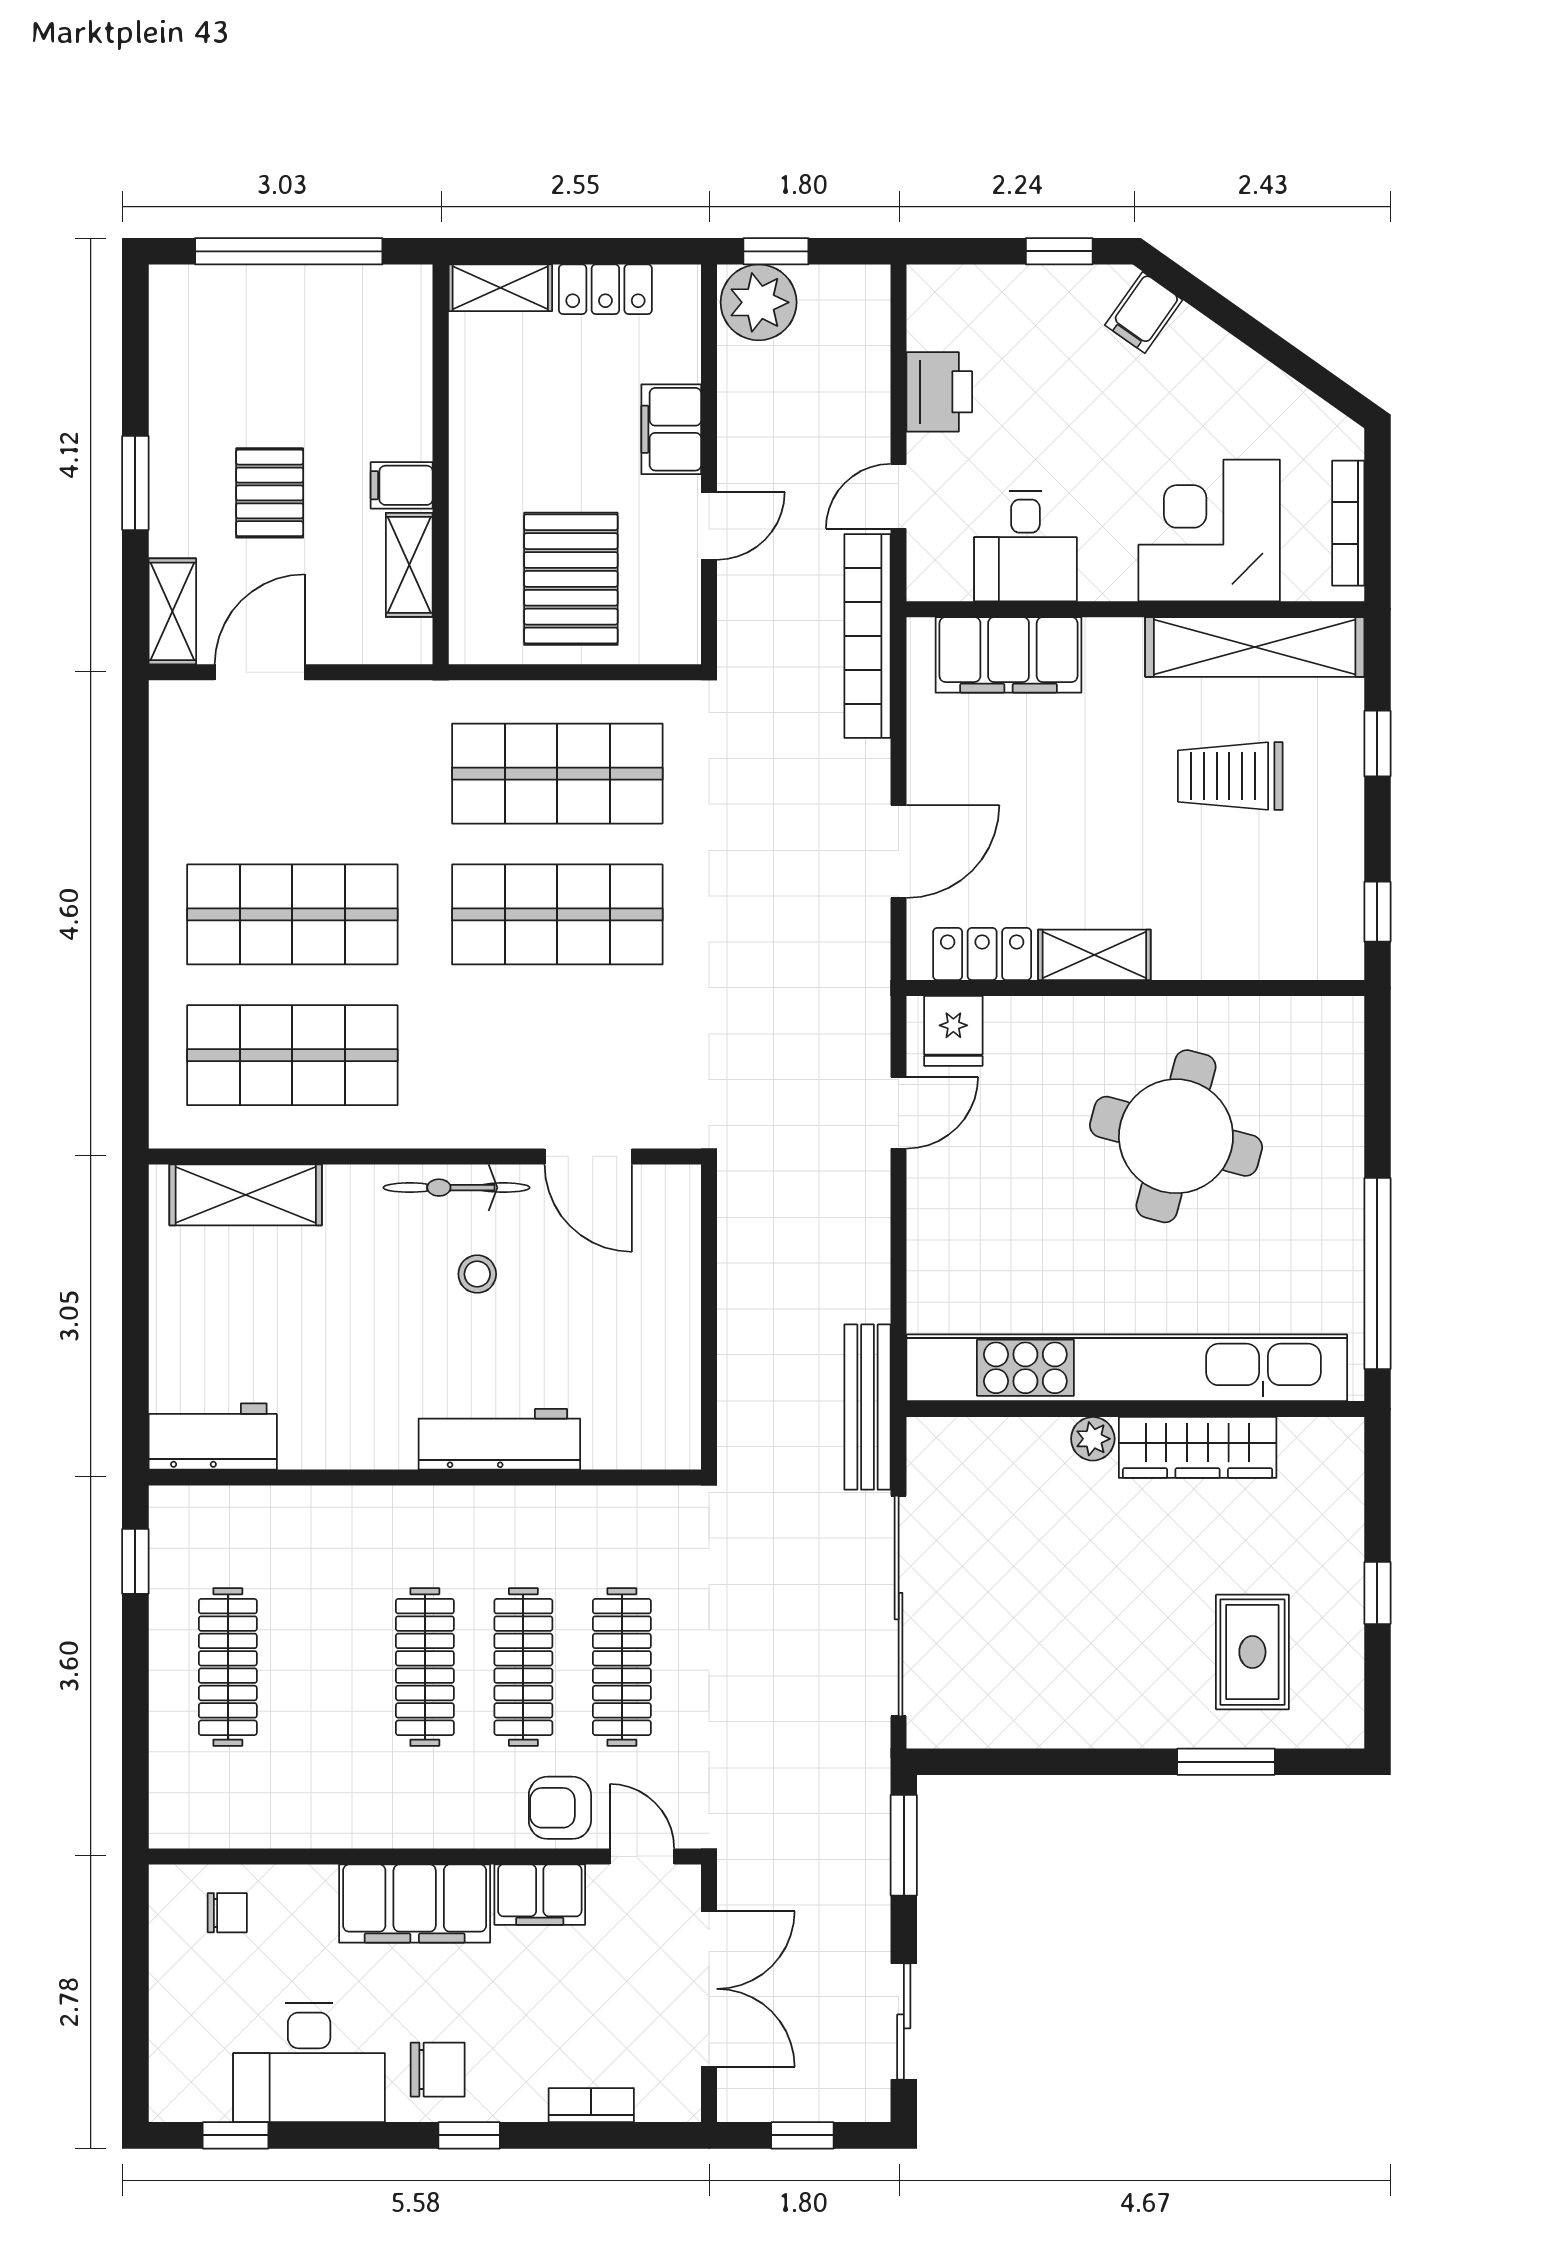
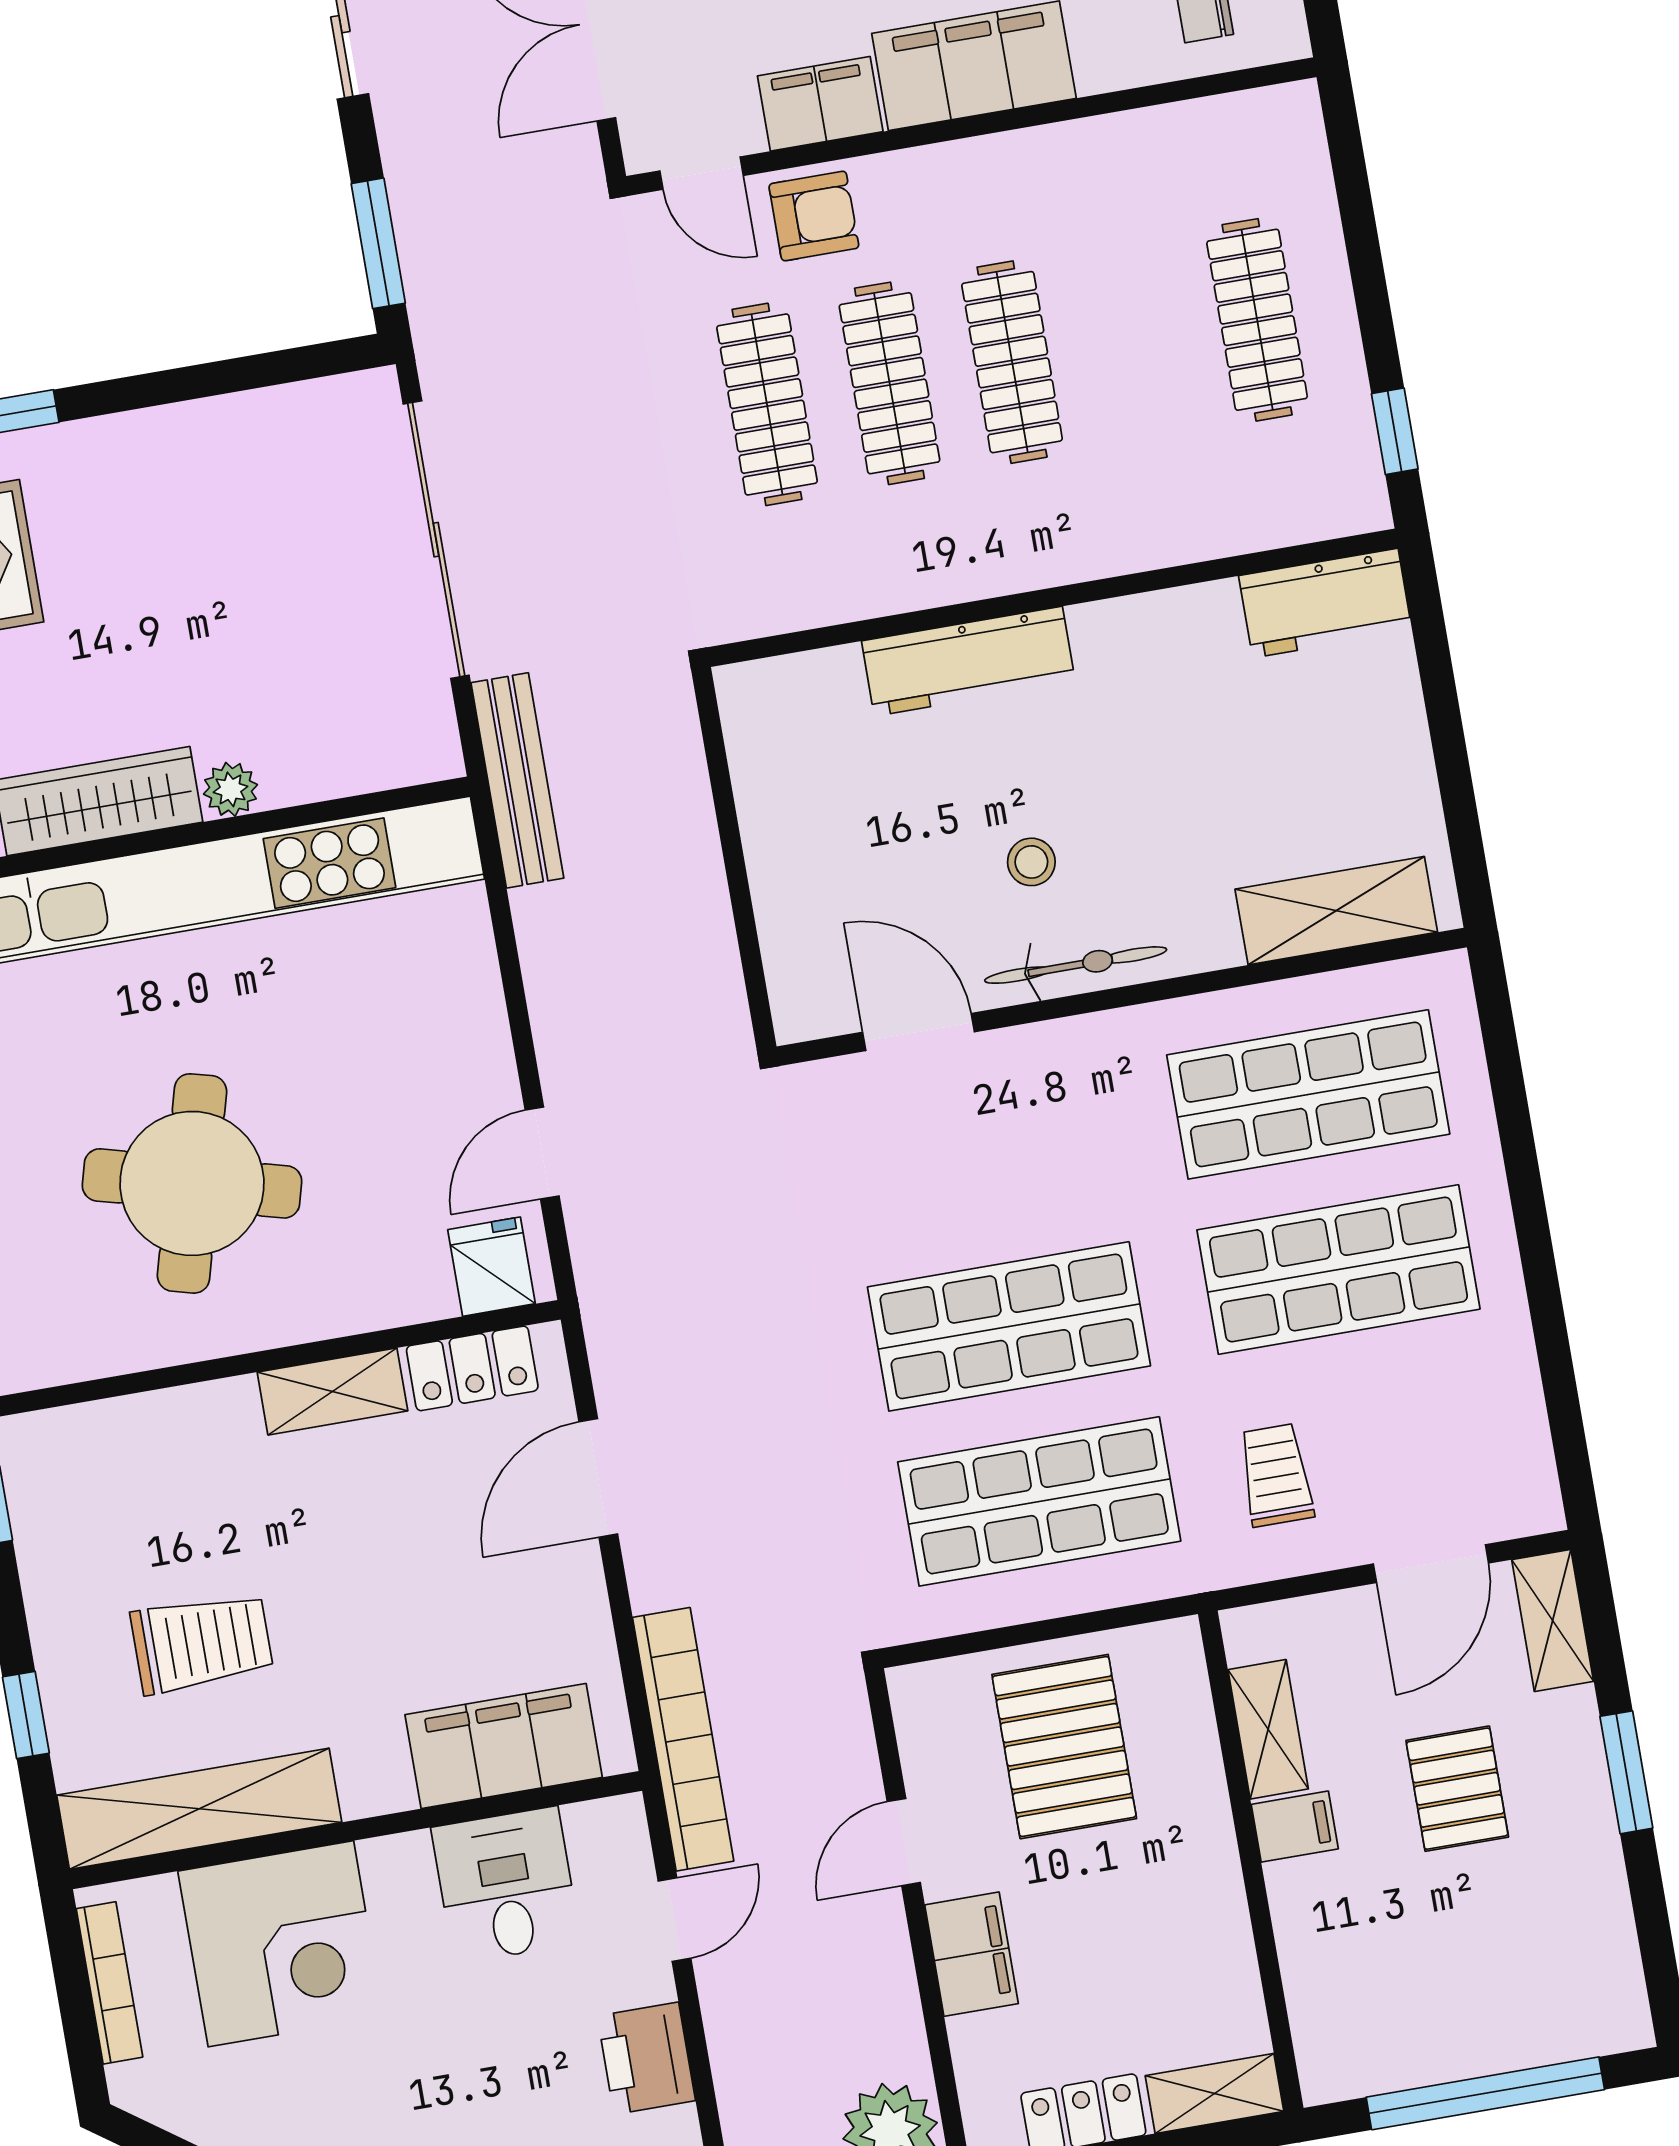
trolley: (369, 762) -> (1276, 1475), added

